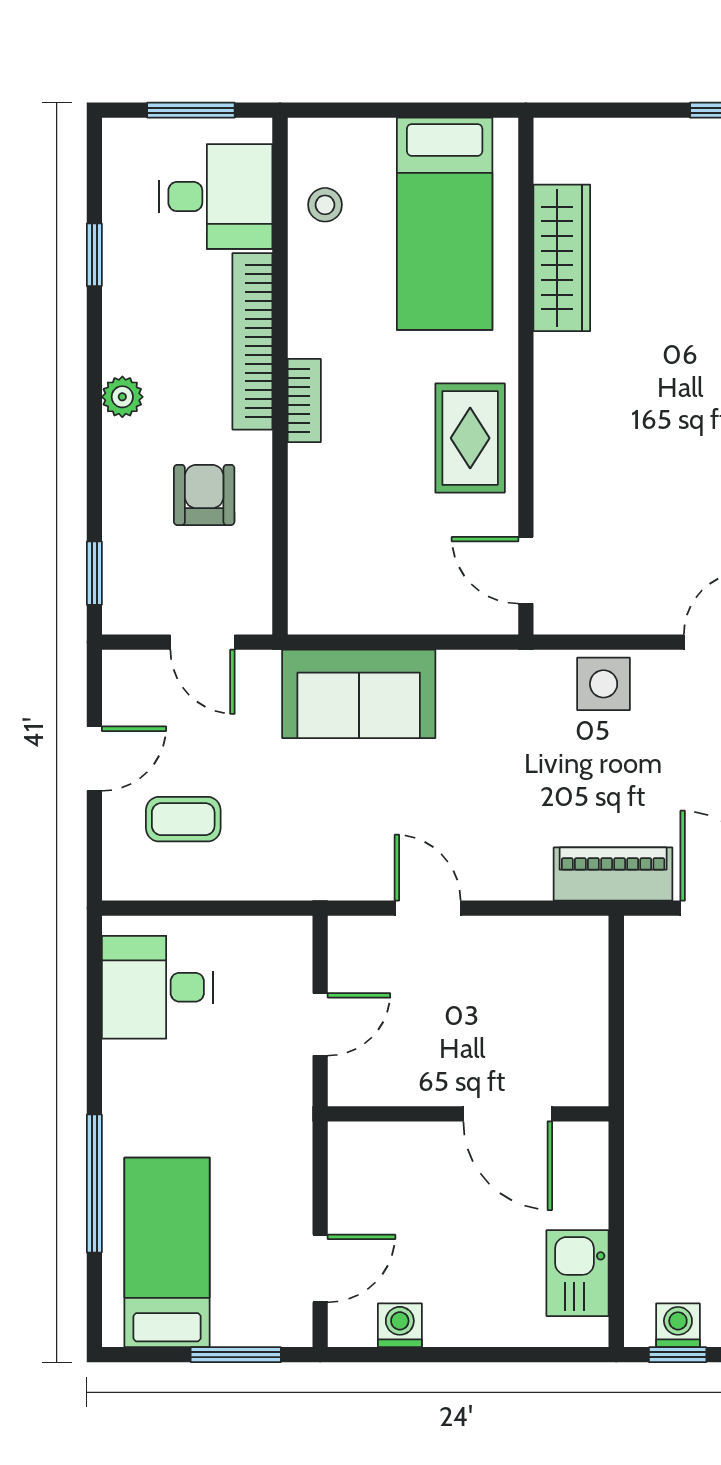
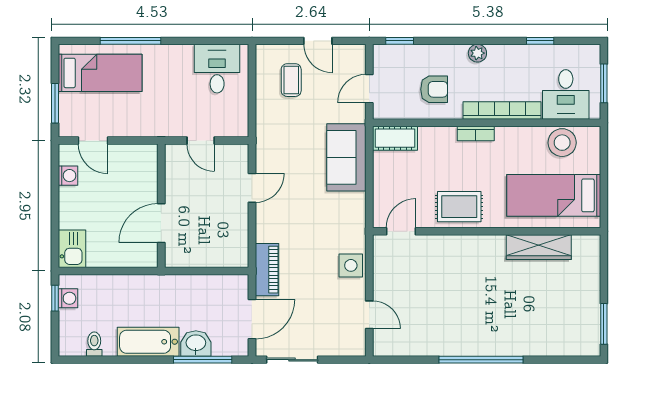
stool: (325, 205) -> (562, 143), width x1.89, depth x1.89
cot: (315, 584) -> (395, 138), added
kitchen sink: (578, 1273) -> (72, 249), moved, turned 90

